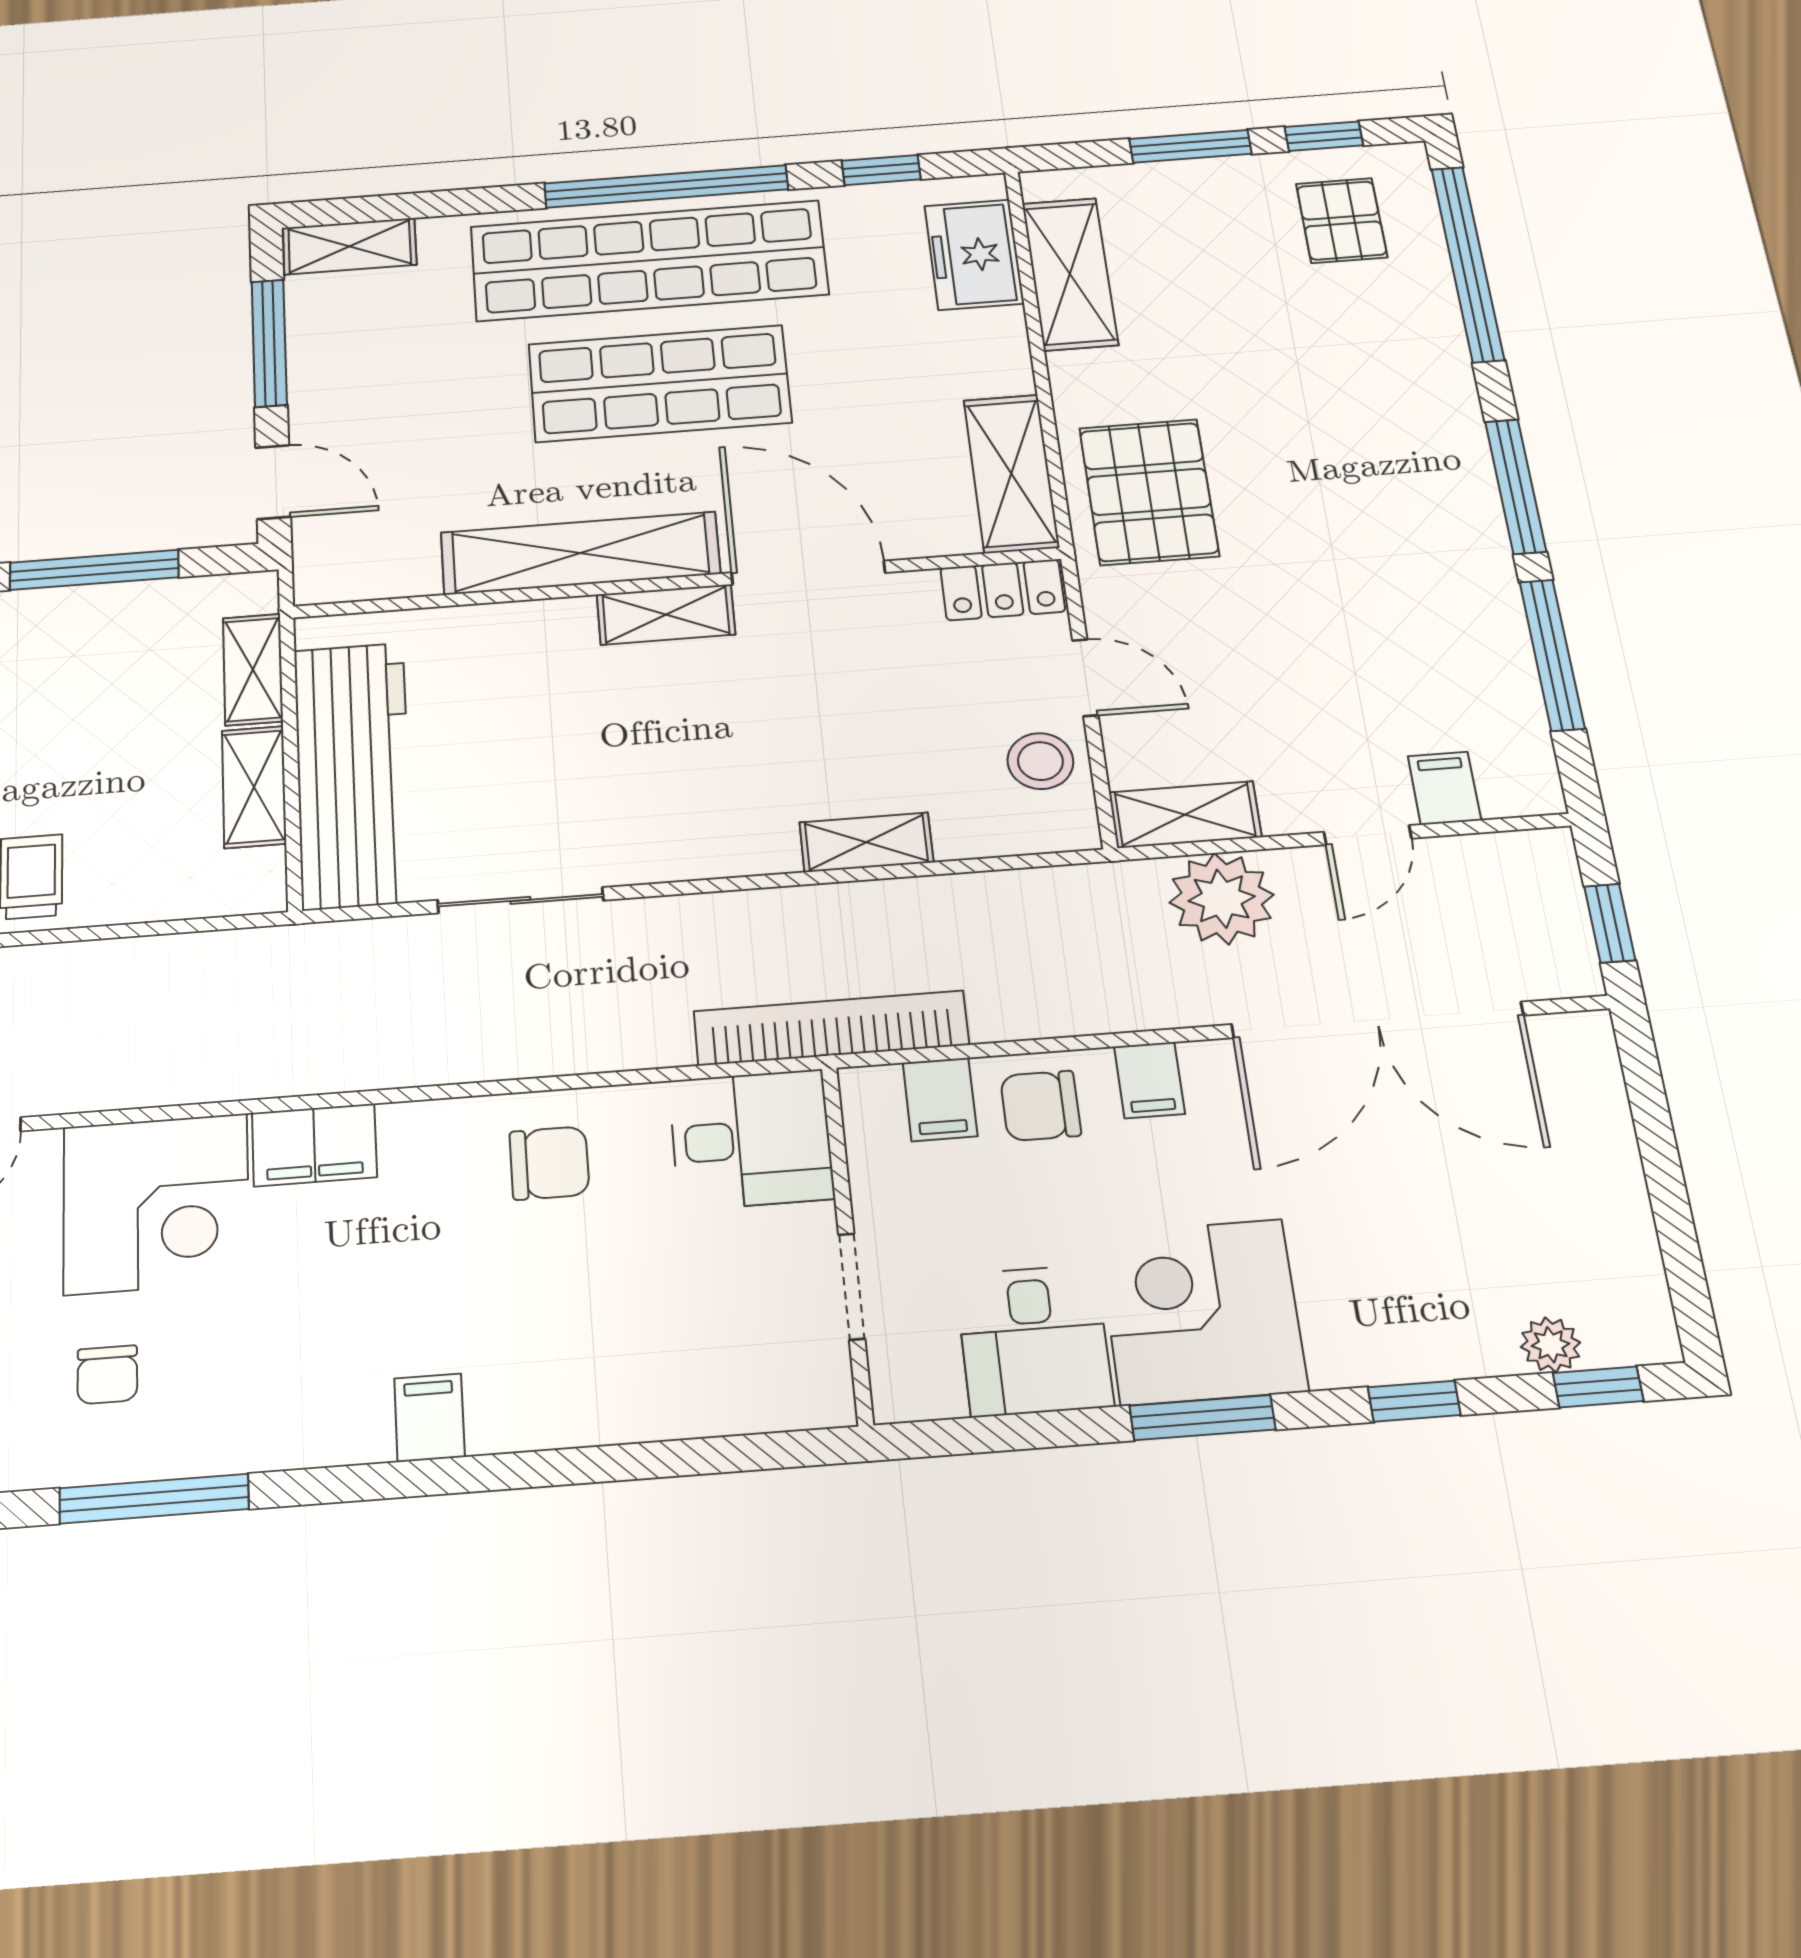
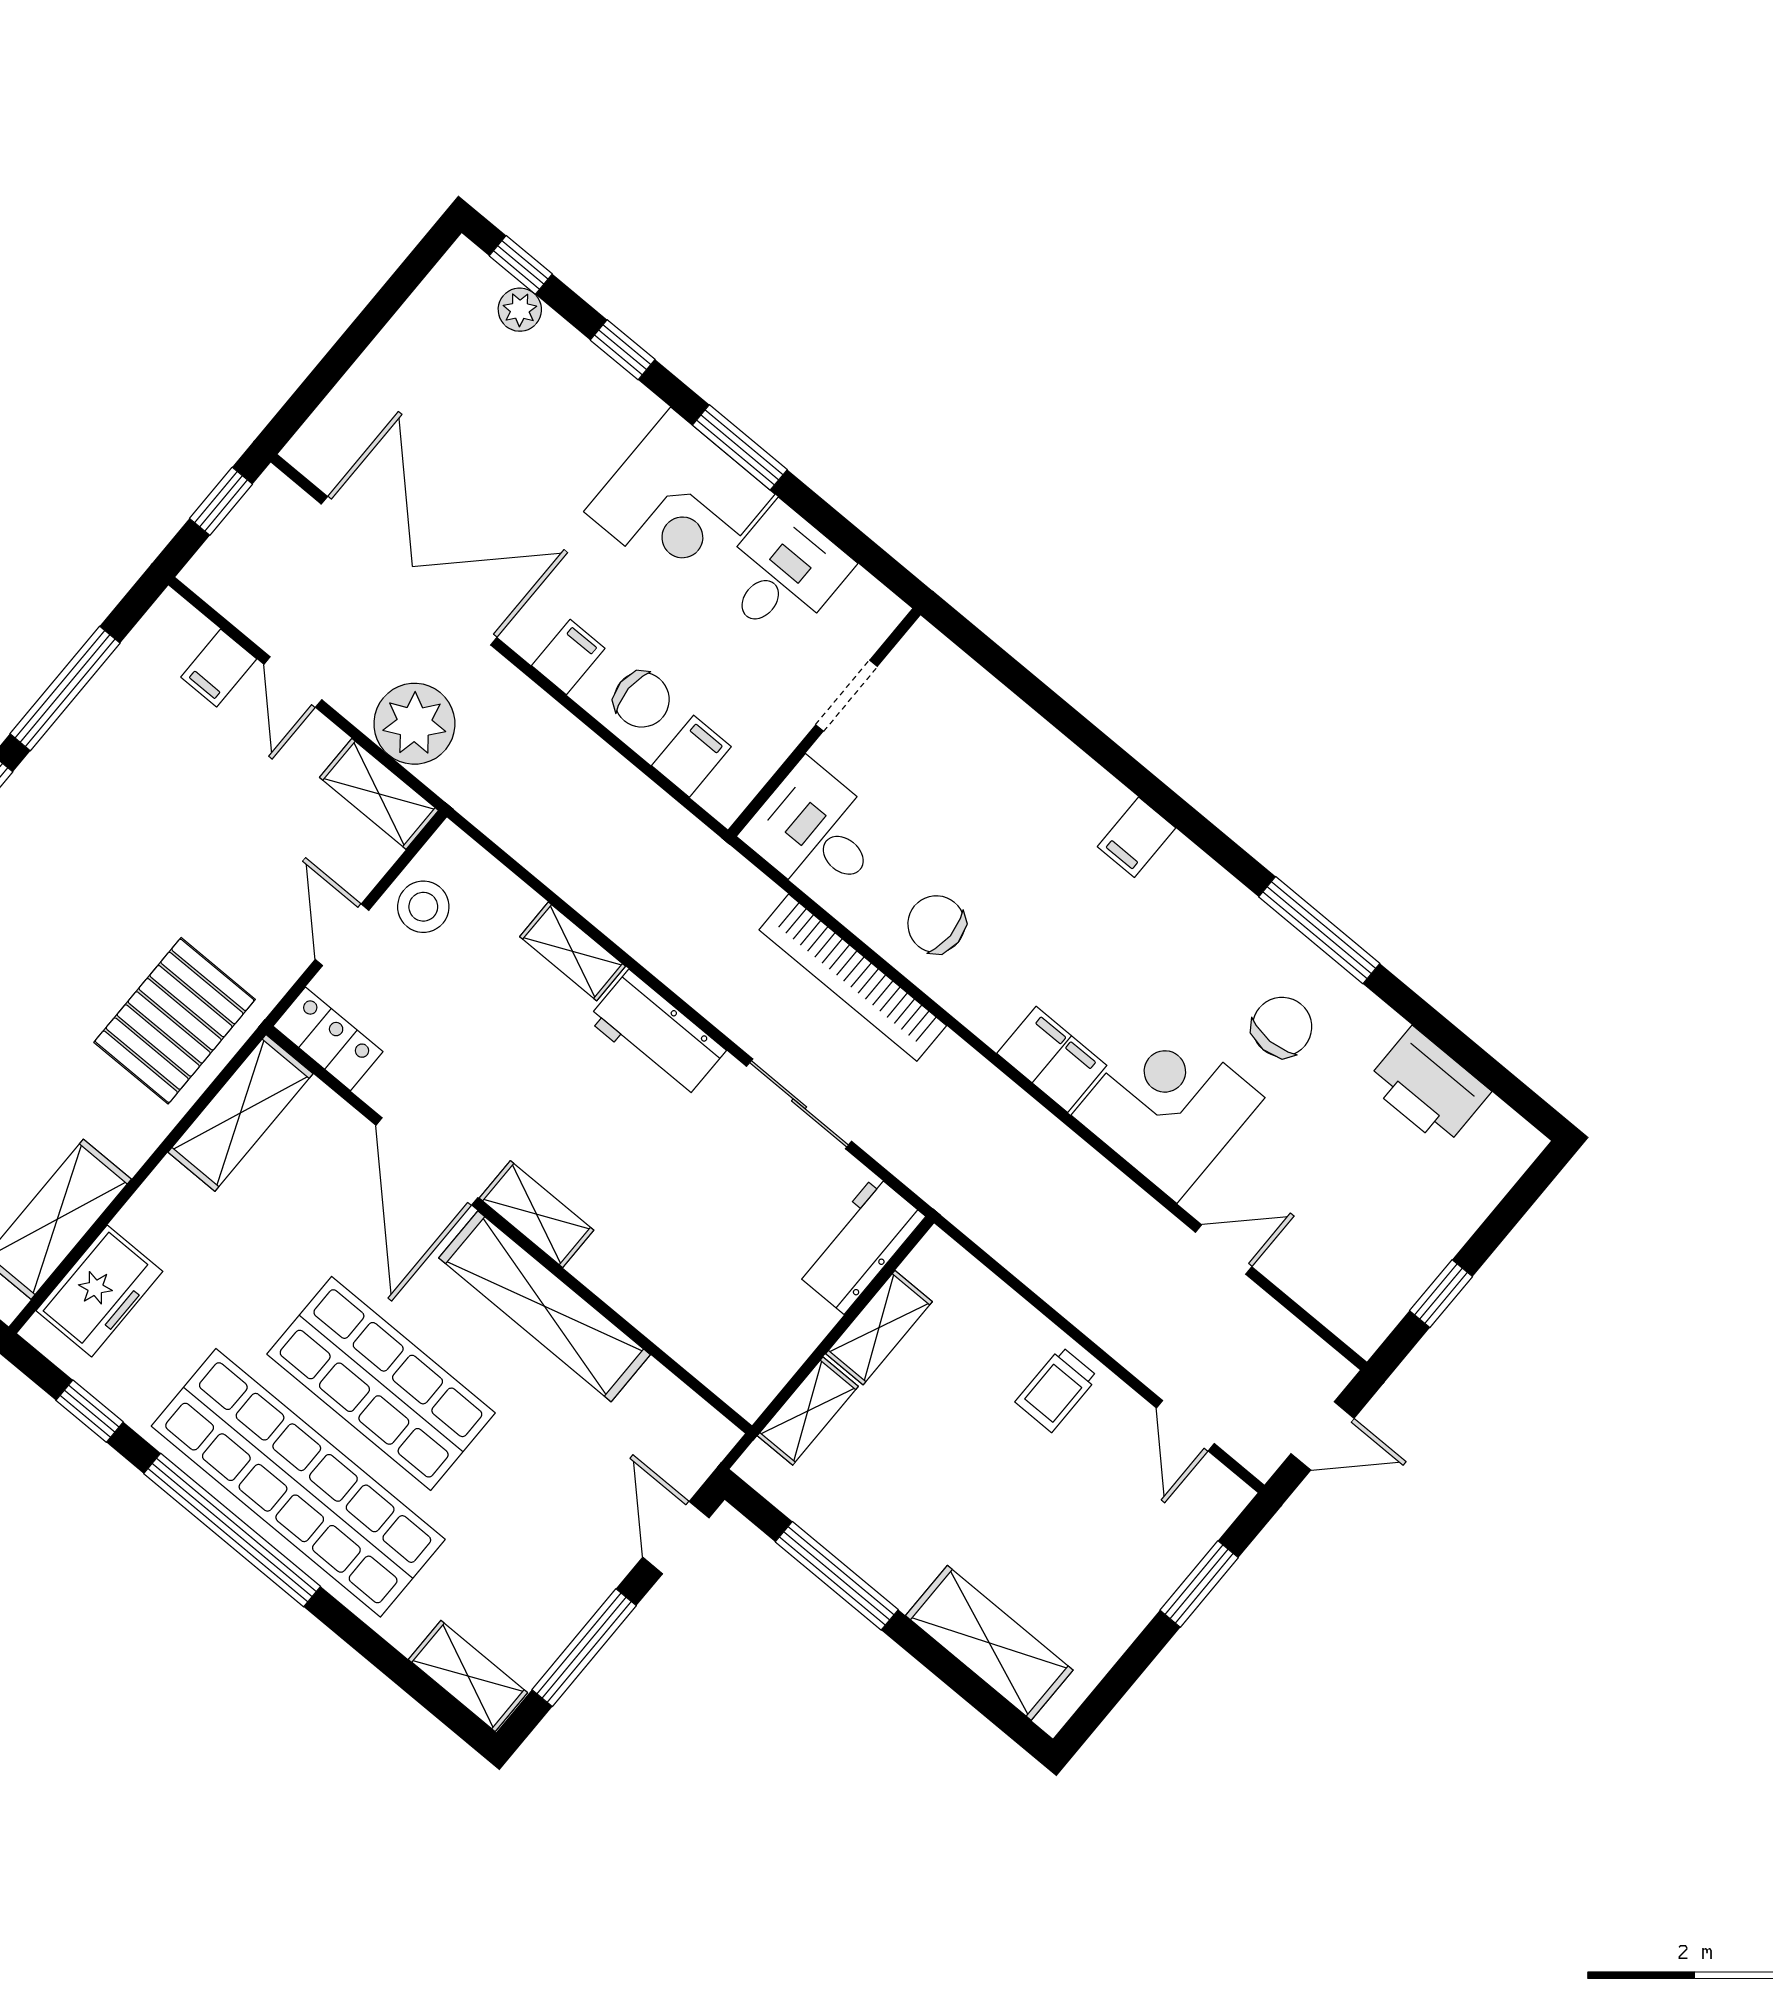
workbench: (353, 774) -> (860, 1244), width x0.53, depth x0.76
door: (1368, 835) -> (293, 682), swing flipped
workbench: (714, 843) -> (657, 1035), added
bookcase: (831, 1028) -> (853, 978), moved
chair: (107, 1375) -> (1282, 1027), width x1.37, depth x1.37

